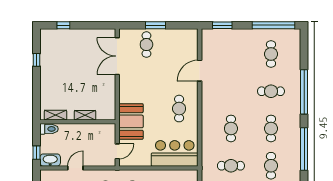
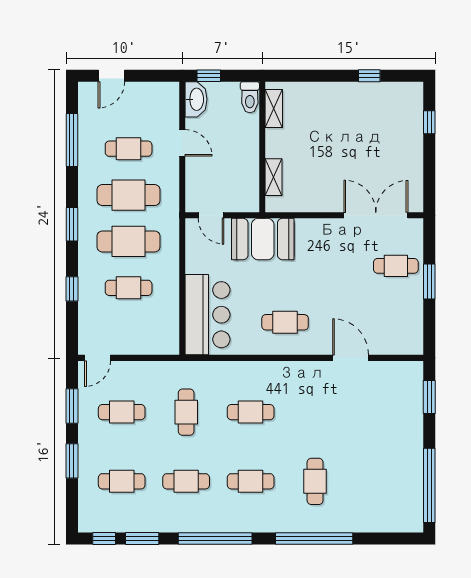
cafe table: (271, 54) -> (379, 481), removed
shelving: (85, 115) -> (273, 177), moved

